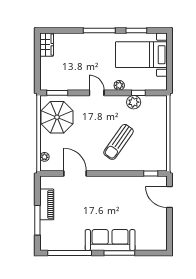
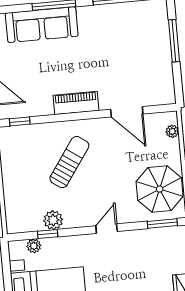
plant: (119, 85) -> (34, 246), moved
door: (97, 93) -> (107, 229), swing flipped
piano: (47, 204) -> (76, 103), moved, turned 90
sofa: (110, 240) -> (42, 25), moved

